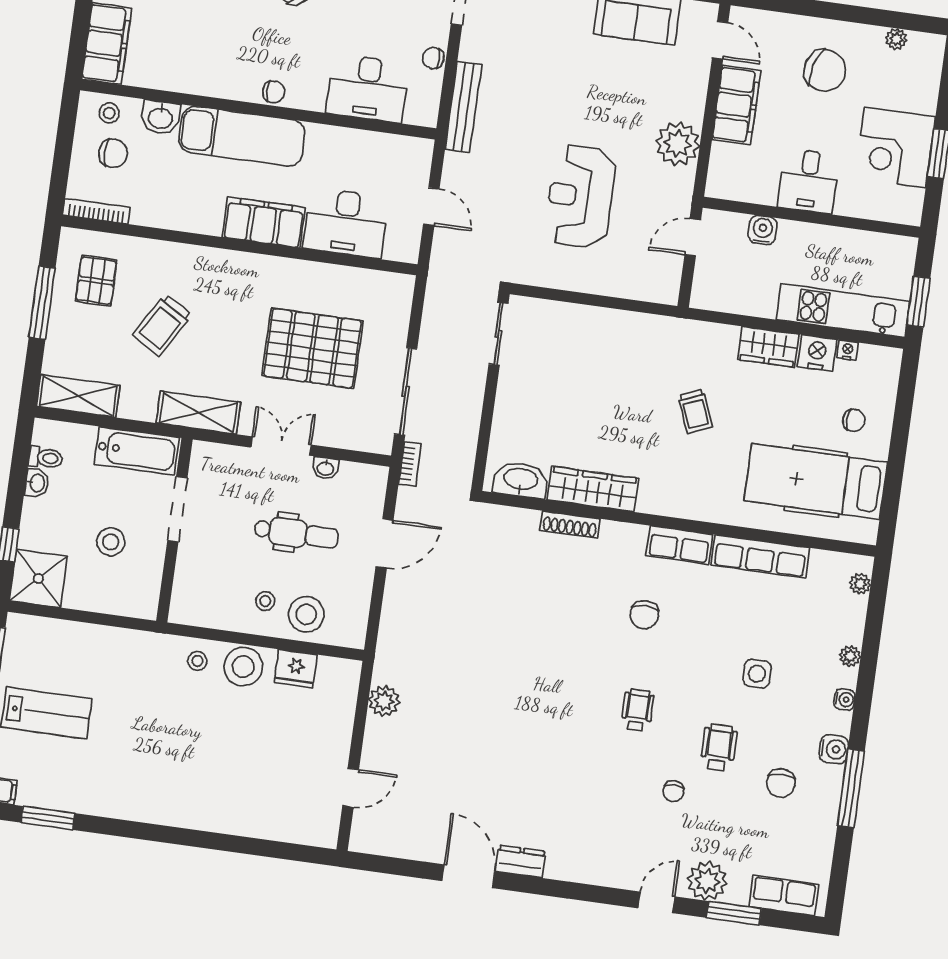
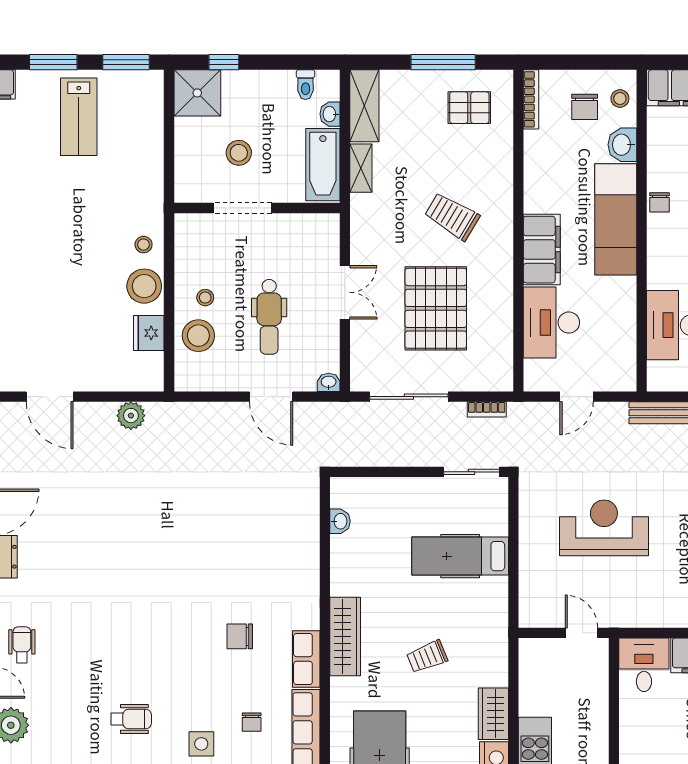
chair: (274, 92) -> (660, 202), moved
plant: (678, 144) -> (663, 608), removed
desk: (808, 181) -> (644, 665), moved, turned 90
water cooler: (763, 230) -> (597, 694), removed
trolley: (162, 325) -> (452, 216), moved
hospital bed: (589, 359) -> (460, 556), added
shelving: (198, 413) -> (361, 168), moved, width x0.67, depth x0.75
bookcase: (410, 464) -> (487, 409), moved
washbasin: (325, 468) -> (329, 382), moved, turned 90
washbasin: (521, 480) -> (340, 521), width x0.52, depth x0.69
washbasin: (37, 483) -> (330, 114), moved, turned 90
wardrobe: (593, 489) -> (345, 636), moved
doorway: (177, 509) -> (242, 208), moved
shoe rack: (570, 524) -> (311, 559), removed
wheelchair: (638, 710) -> (22, 645), moved, turned -90
door: (351, 788) -> (50, 397), width x1.38
chair: (673, 791) -> (252, 722), moved, turned -90

